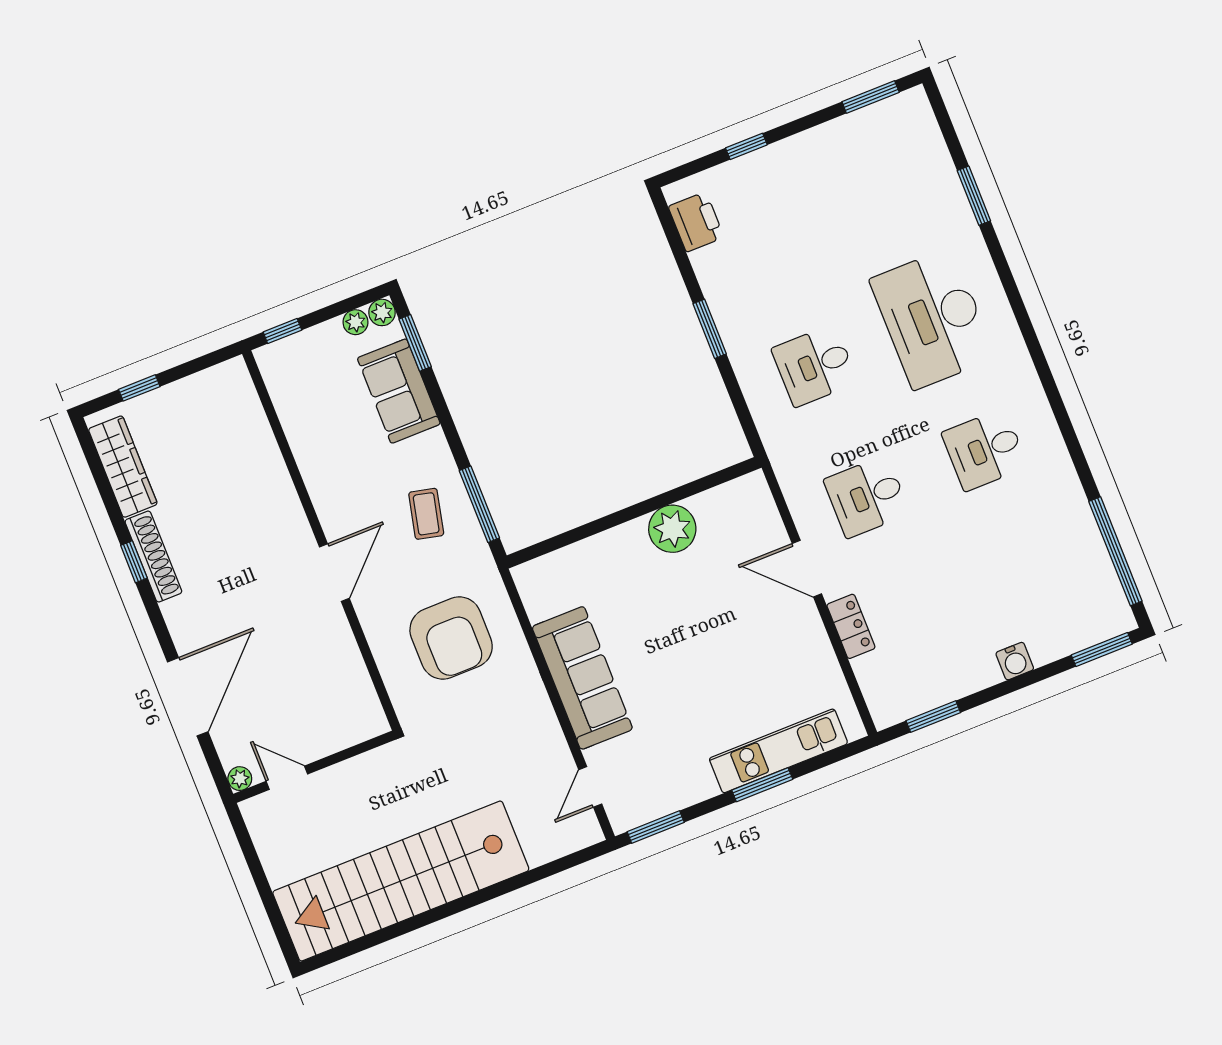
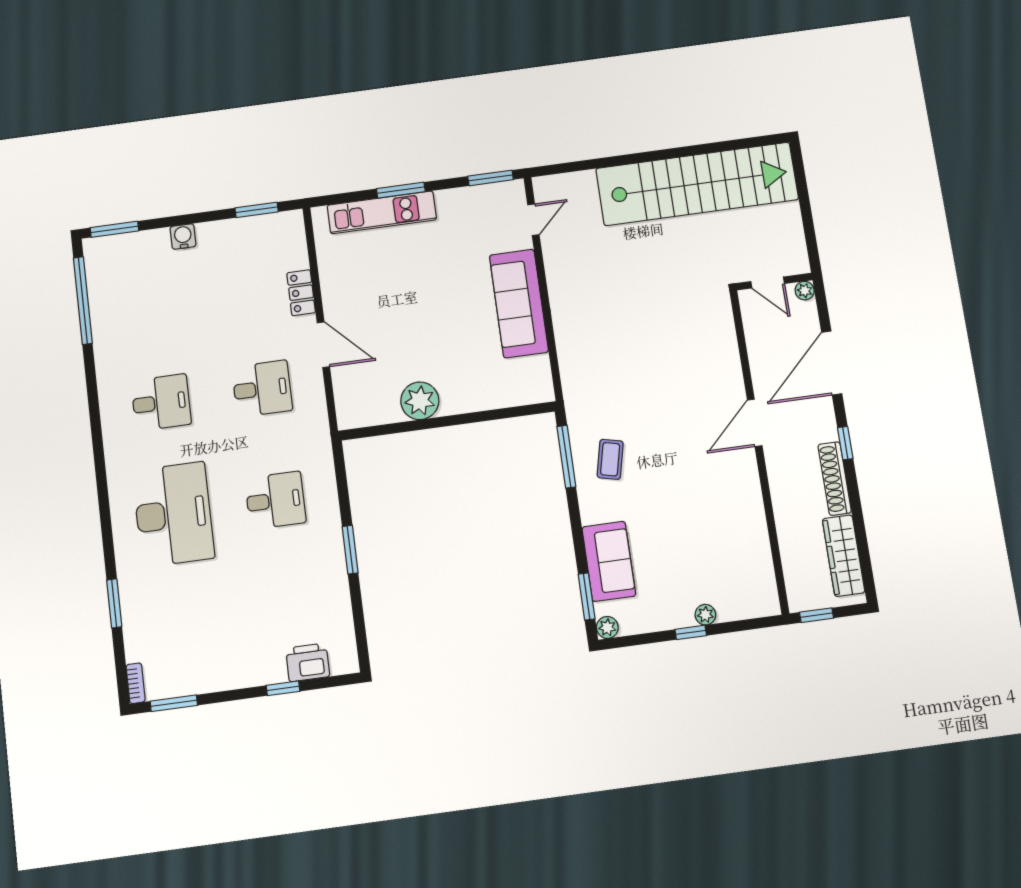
bookcase: (922, 109) -> (136, 683), added
printer: (696, 222) -> (308, 662), moved, turned 90
plant: (355, 322) -> (705, 615), moved
wall: (322, 541) -> (759, 450), moved
window: (134, 562) -> (845, 443), moved
door: (334, 573) -> (755, 423), moved
armchair: (451, 638) -> (614, 358), removed

